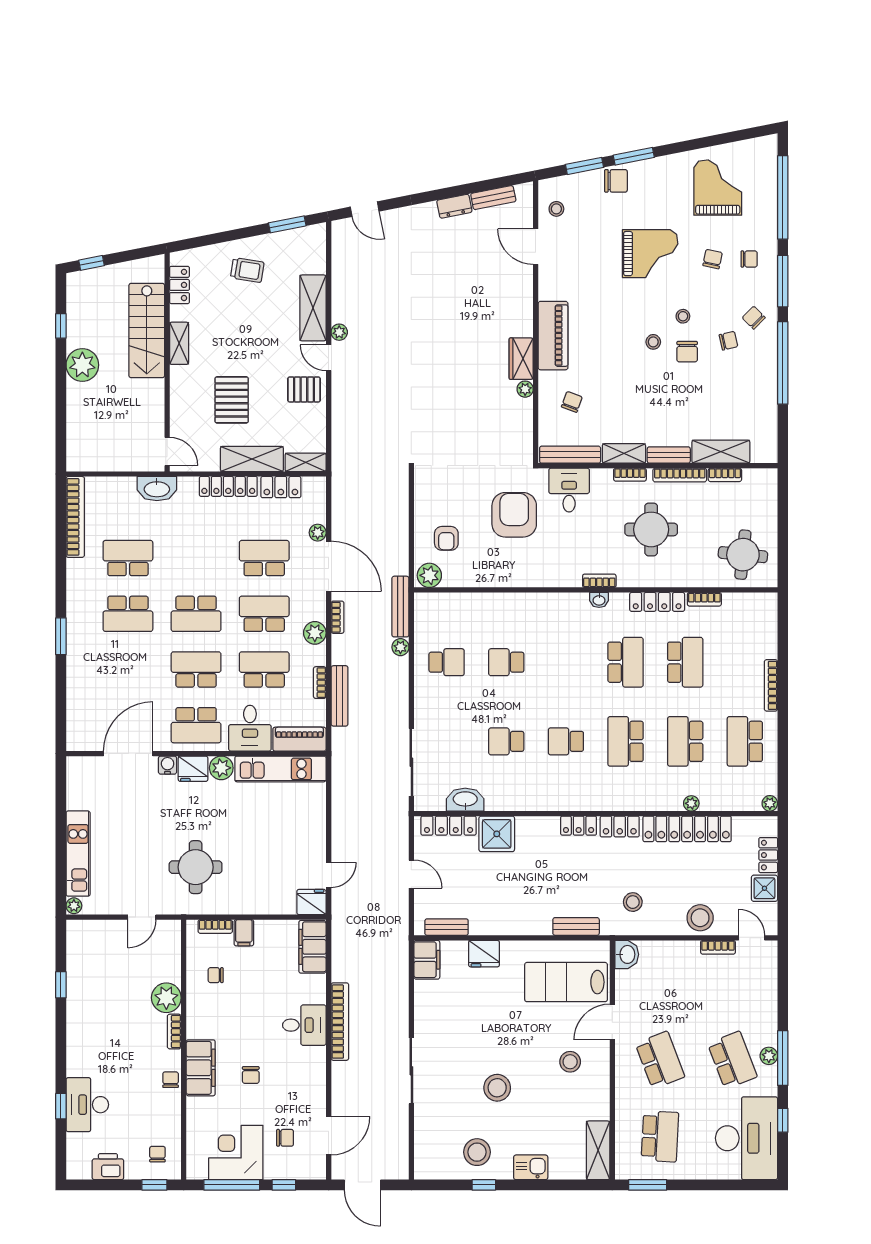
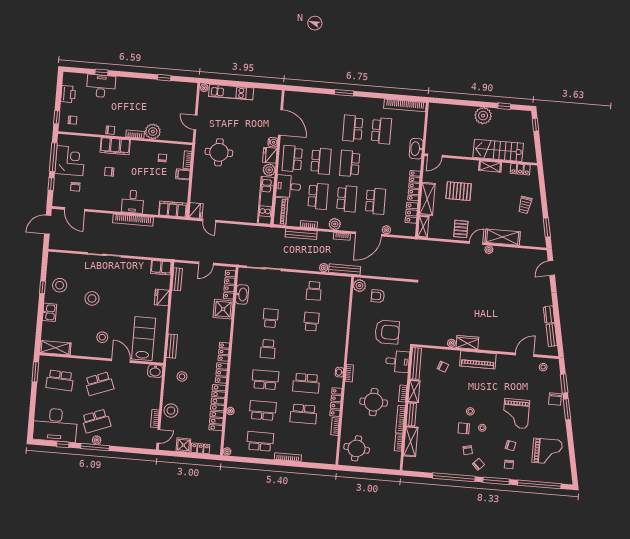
school desk: (566, 741) -> (268, 349), turned 180

